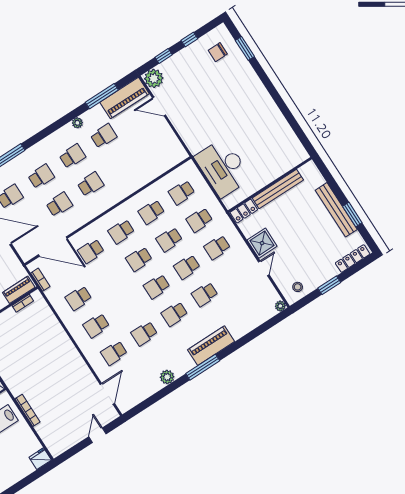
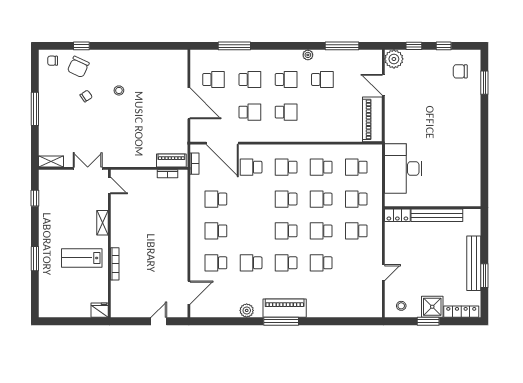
piano: (124, 98) -> (372, 119), moved, turned 90
shower: (262, 243) -> (432, 307), moved
plant: (280, 306) -> (377, 312), removed
piano: (211, 346) -> (285, 308), moved

